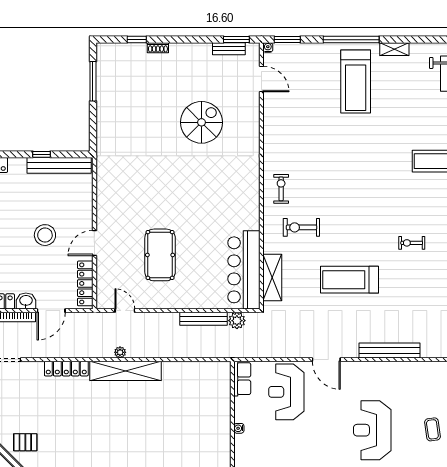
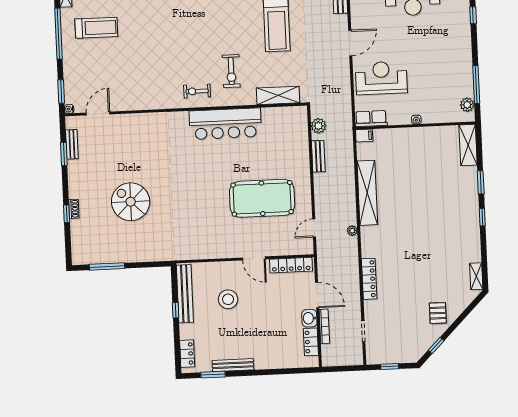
window: (137, 40) -> (67, 214), moved
window: (236, 40) -> (64, 154), moved
treadmill: (356, 81) -> (96, 28), width x0.73, depth x0.73
spiral stairs: (201, 122) -> (131, 202), moved
stool: (45, 235) -> (228, 299), moved
pool table: (160, 255) -> (262, 198), width x1.36, depth x1.32
bar counter: (244, 270) -> (225, 124), moved
bench: (204, 319) -> (318, 156), width x0.73
filing cabinet: (224, 370) -> (364, 136), added
shelving: (126, 371) -> (367, 193), moved
reception desk: (286, 392) -> (381, 78), turned 180

